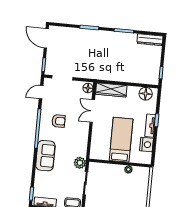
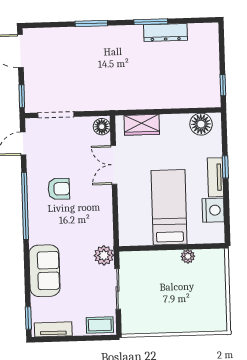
dresser: (150, 40) -> (165, 32), moved
wardrobe: (111, 90) -> (142, 125), width x0.67
sofa: (45, 156) -> (44, 271), moved

